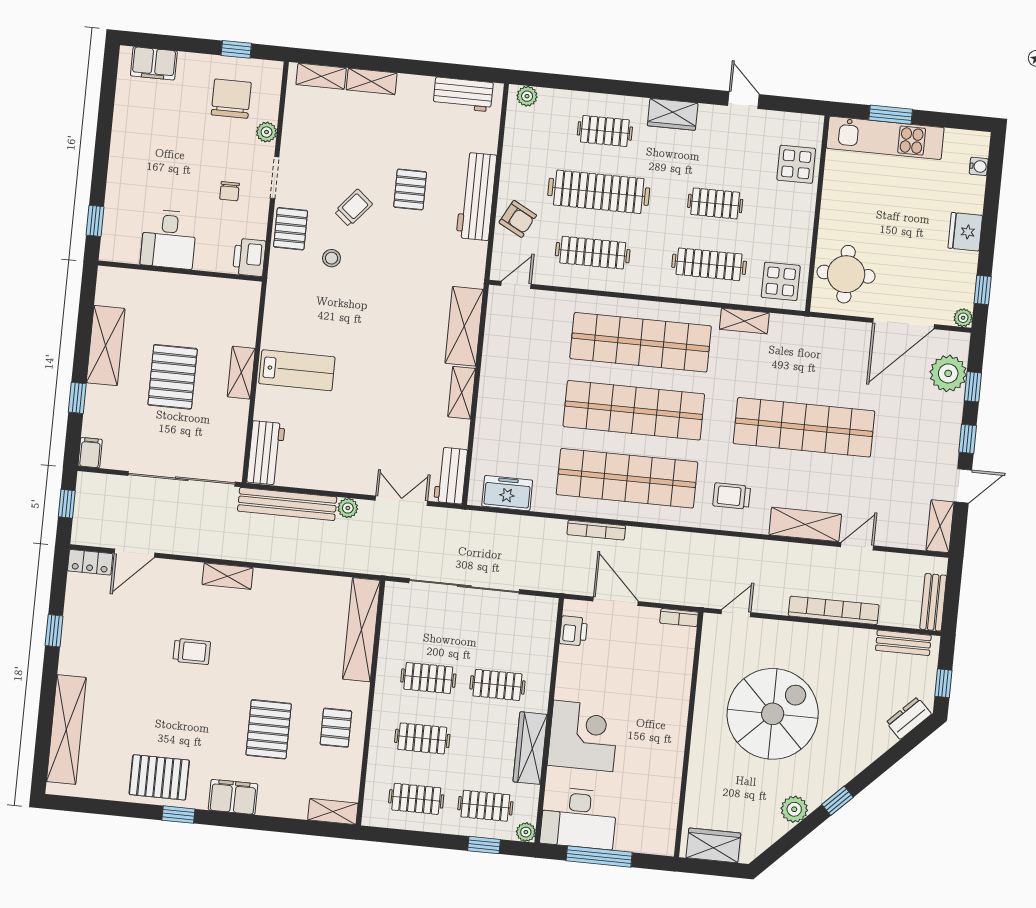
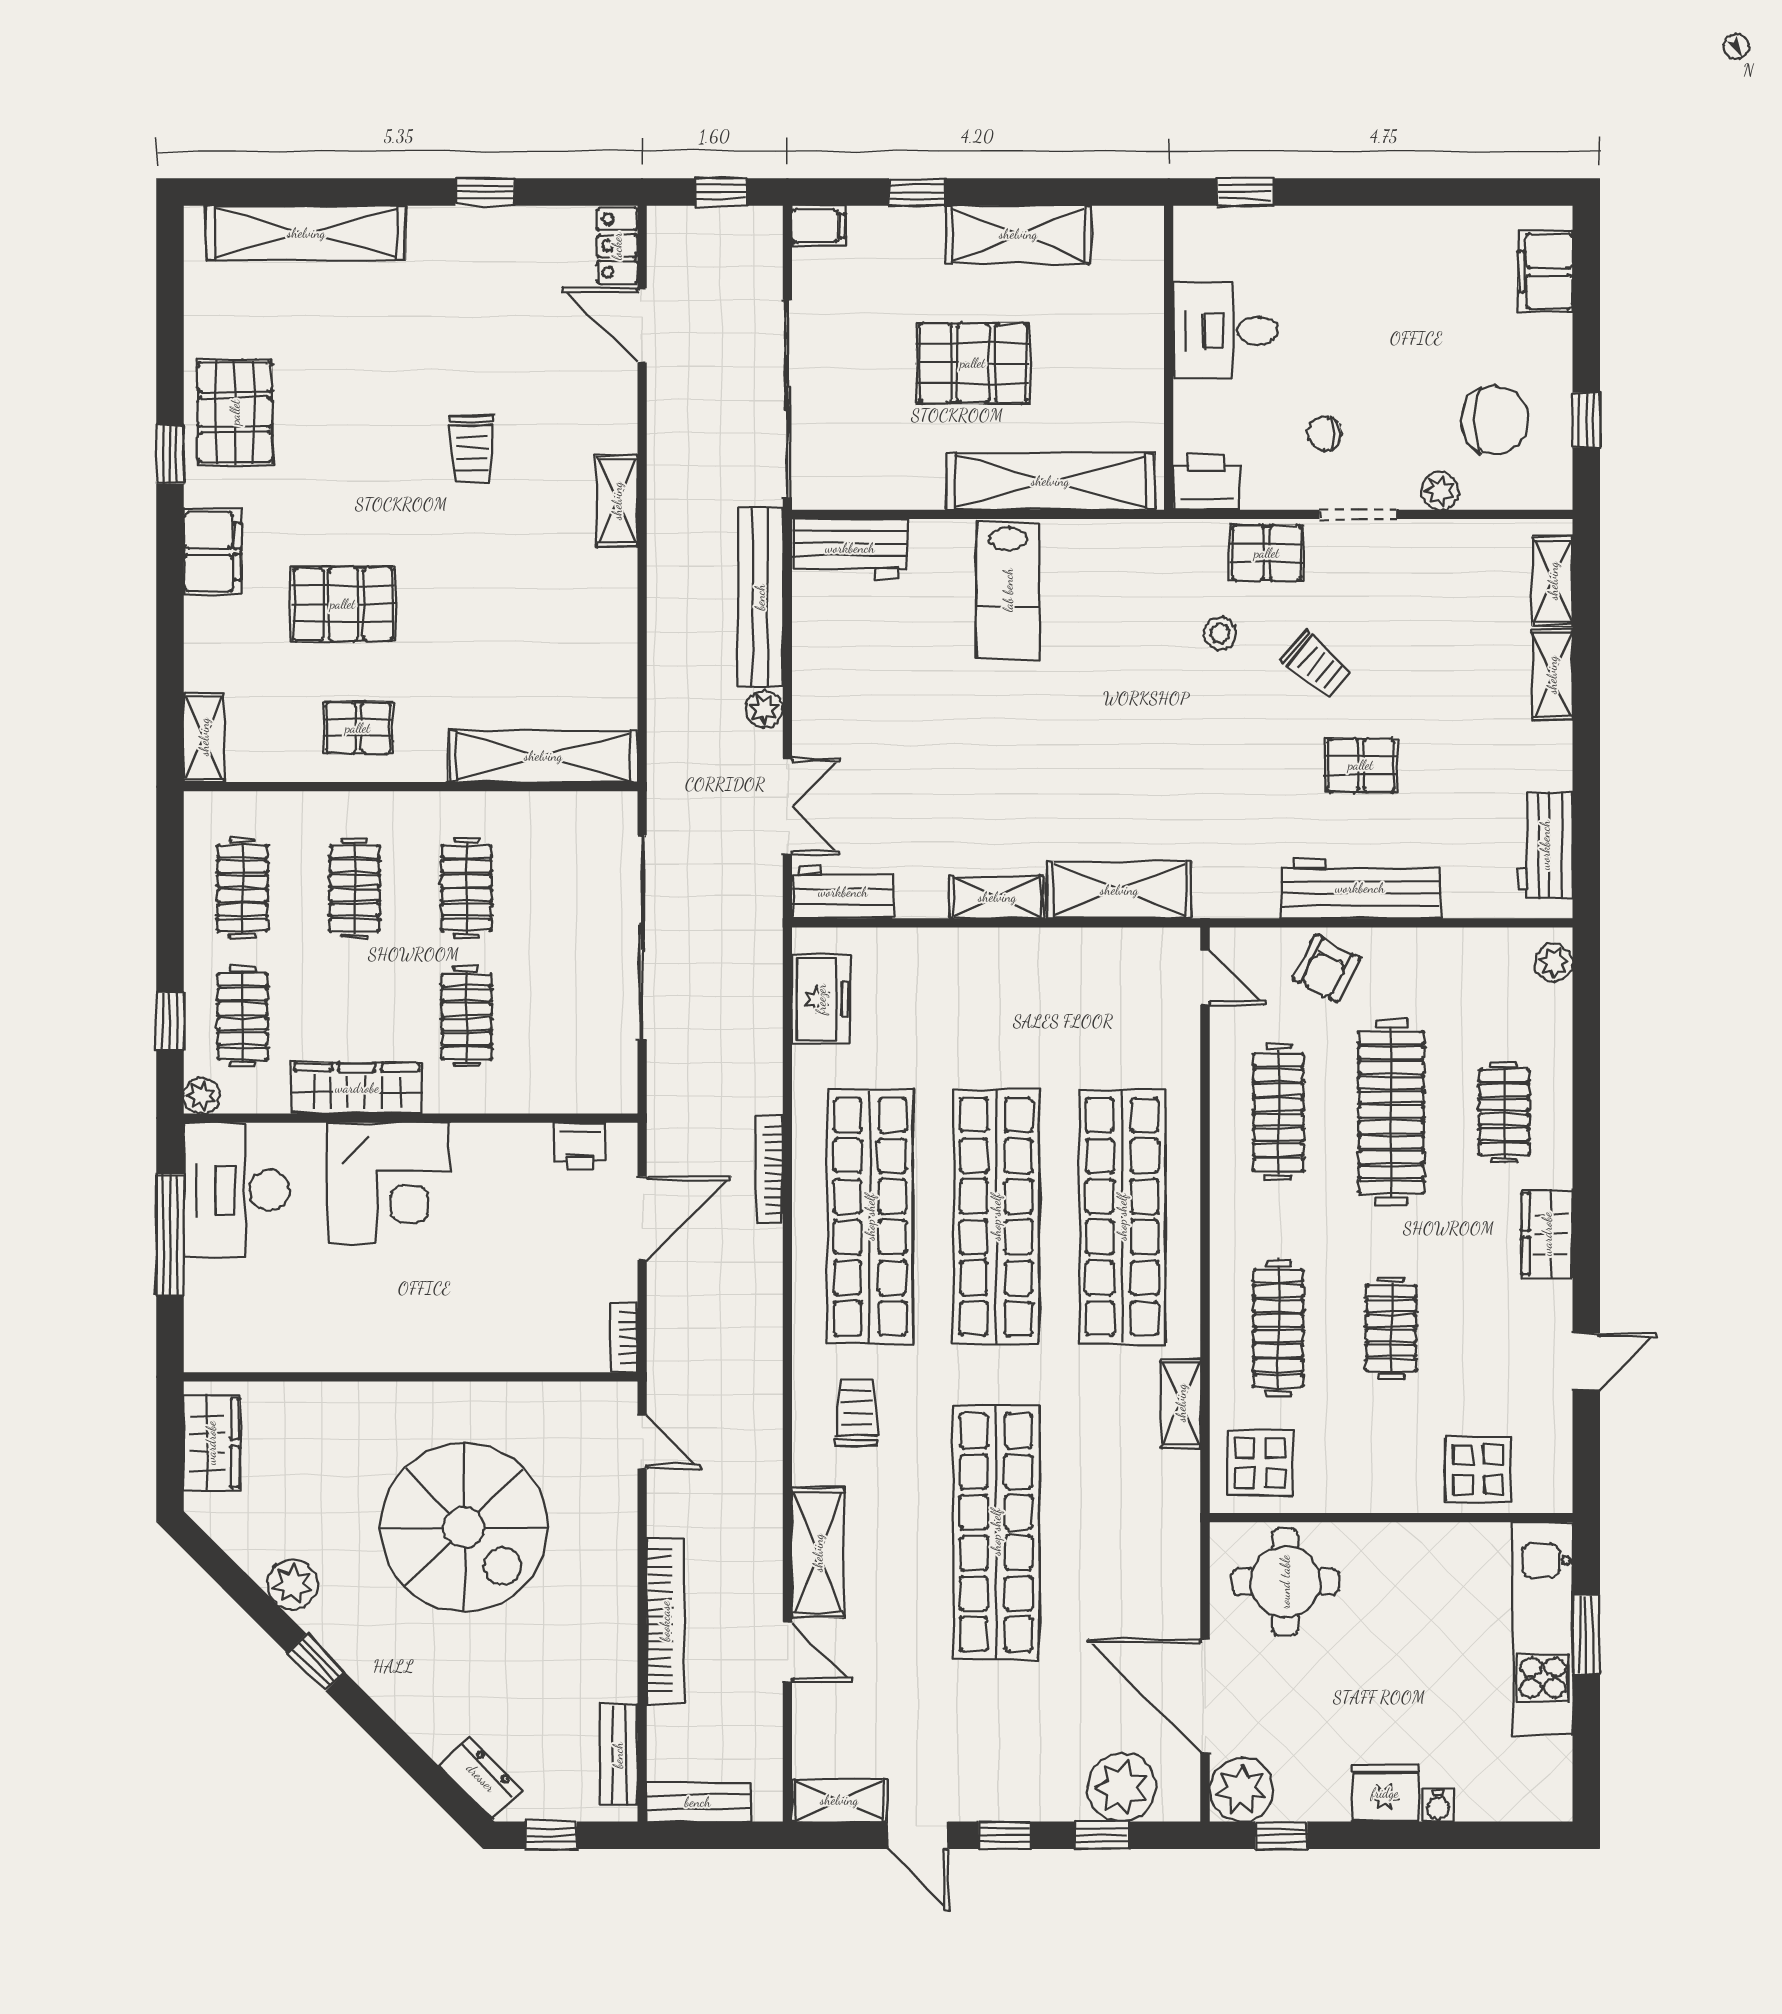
water cooler: (979, 166) -> (1438, 1806), moved
plant: (963, 318) -> (1242, 1790), width x1.88, depth x1.88
shelving: (241, 373) -> (1050, 481), width x2.20, depth x1.33

